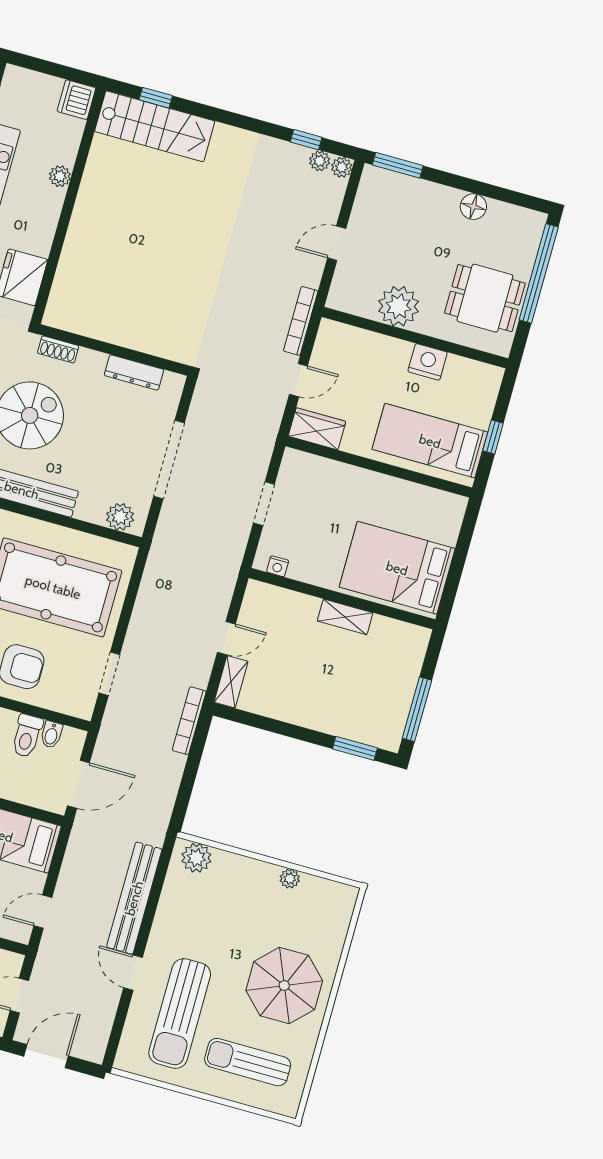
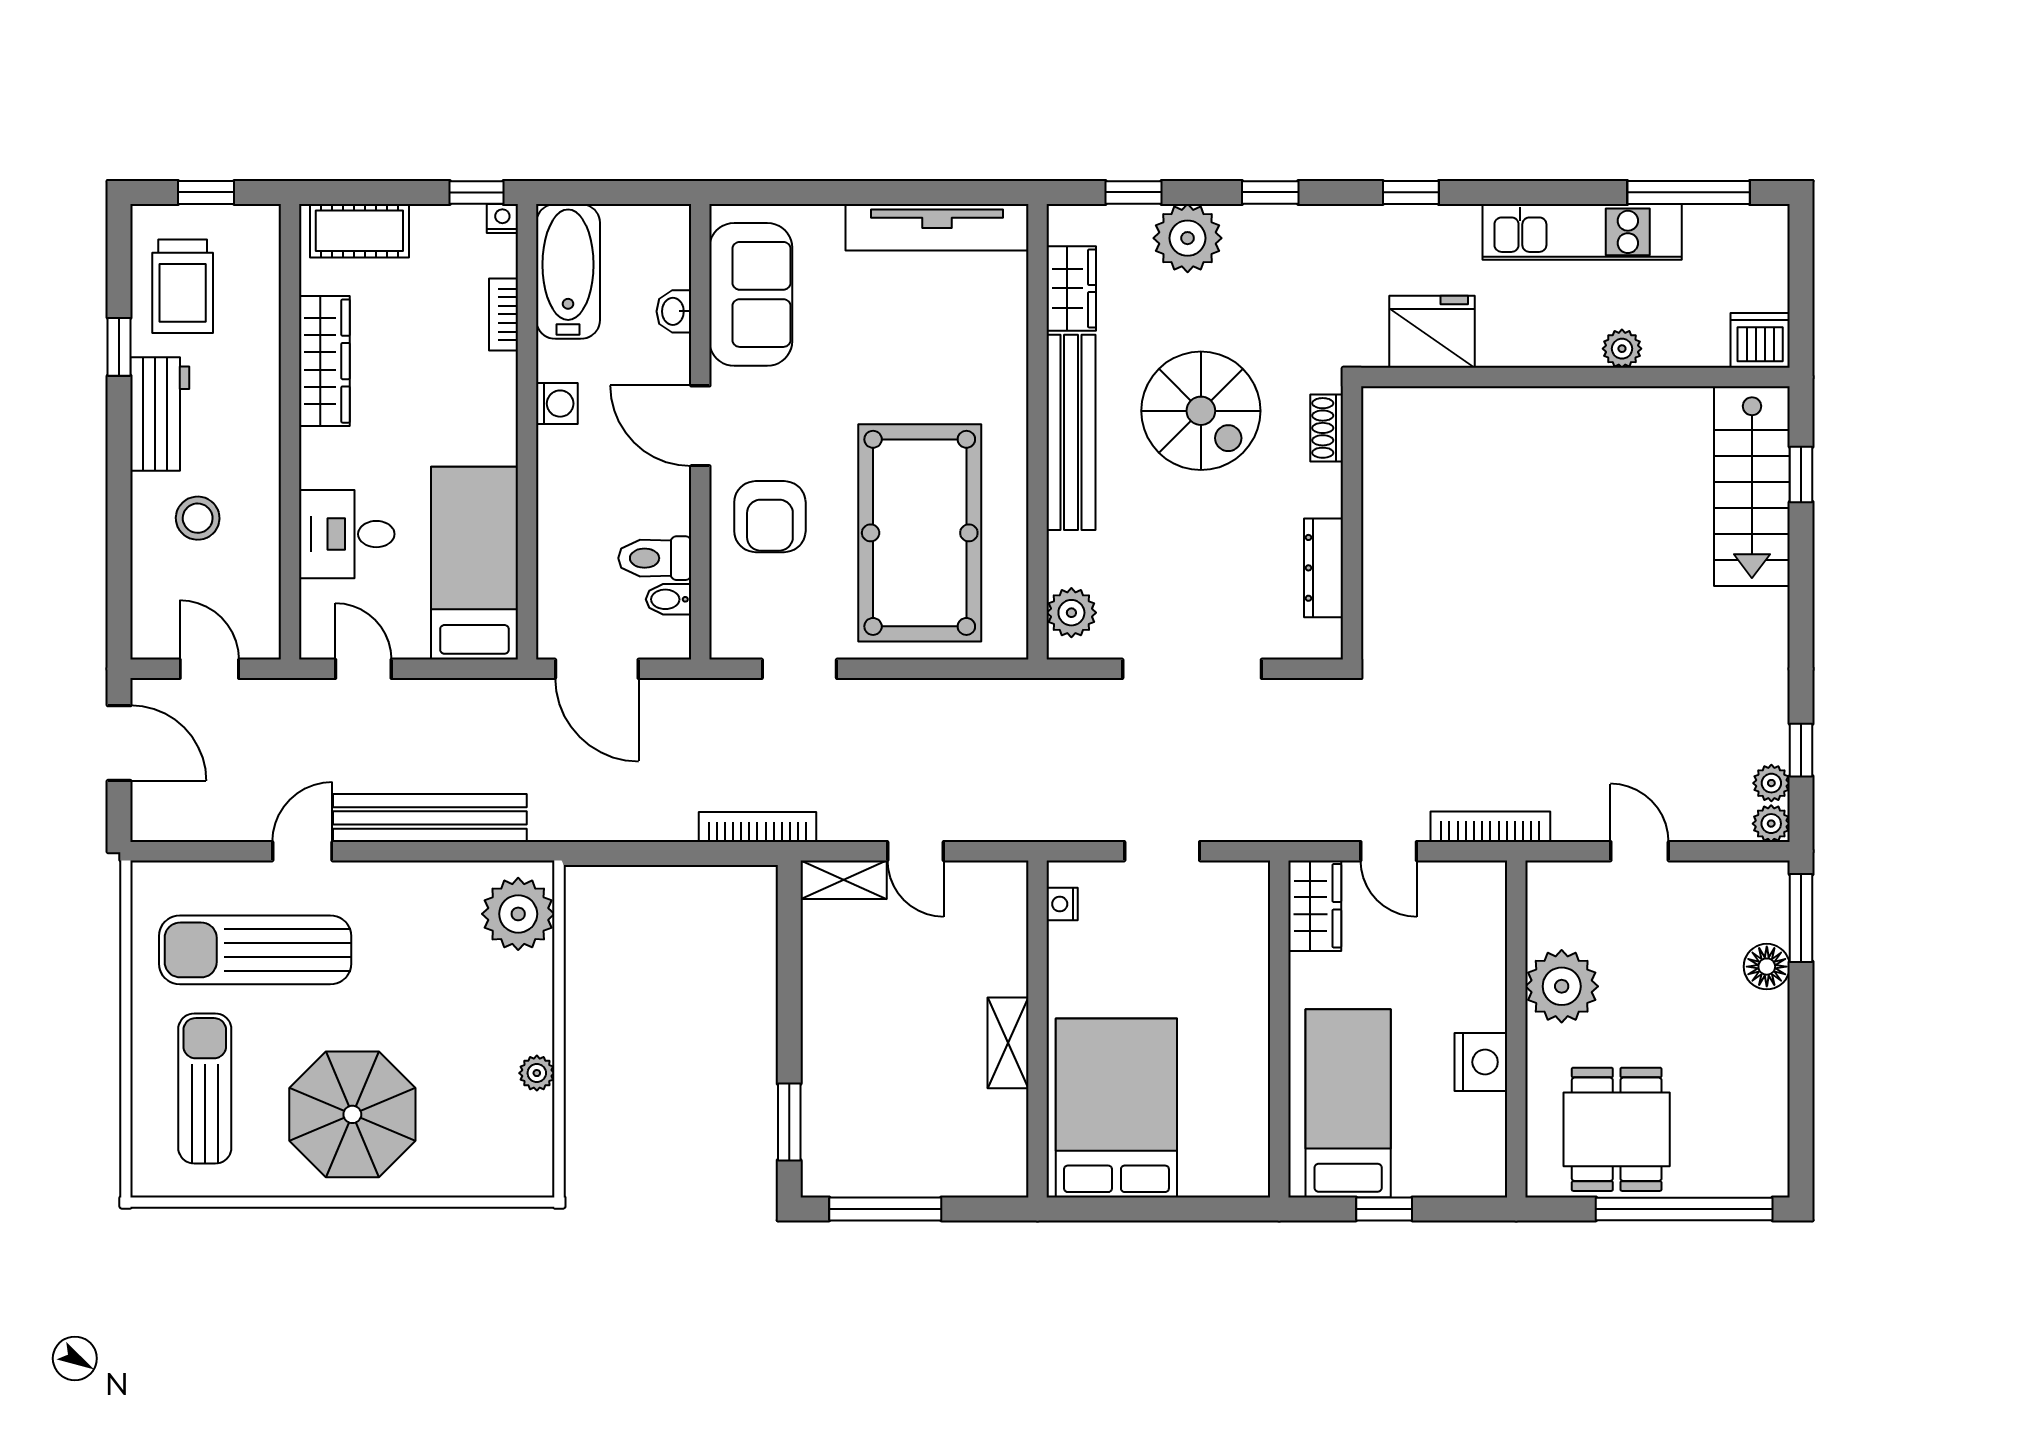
floor lamp: (473, 207) -> (1767, 967), moved
plant: (196, 858) -> (518, 914), width x1.36, depth x1.36

